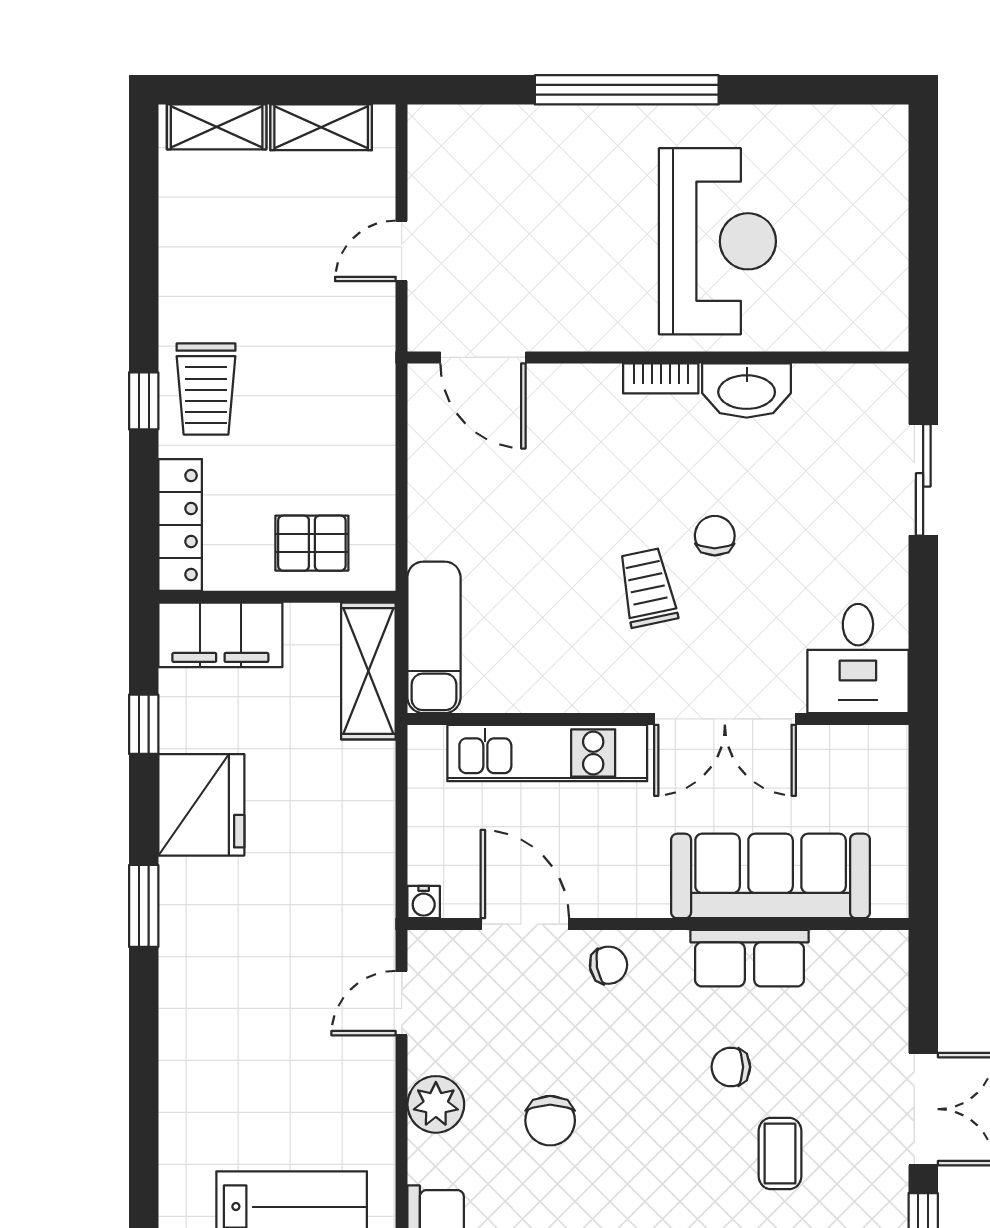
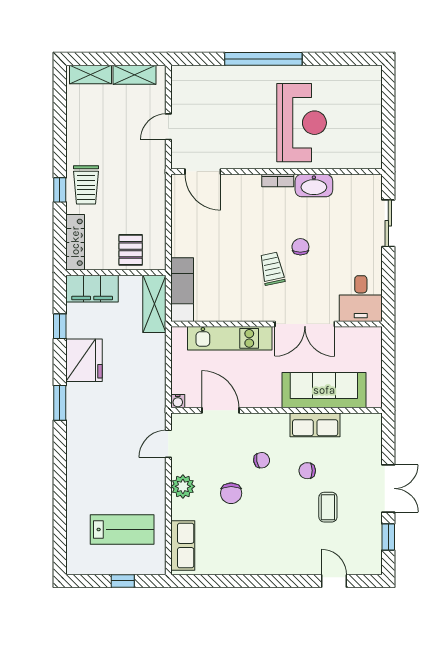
pallet: (312, 543) -> (131, 250), turned 90
chair: (608, 965) -> (262, 460), moved

